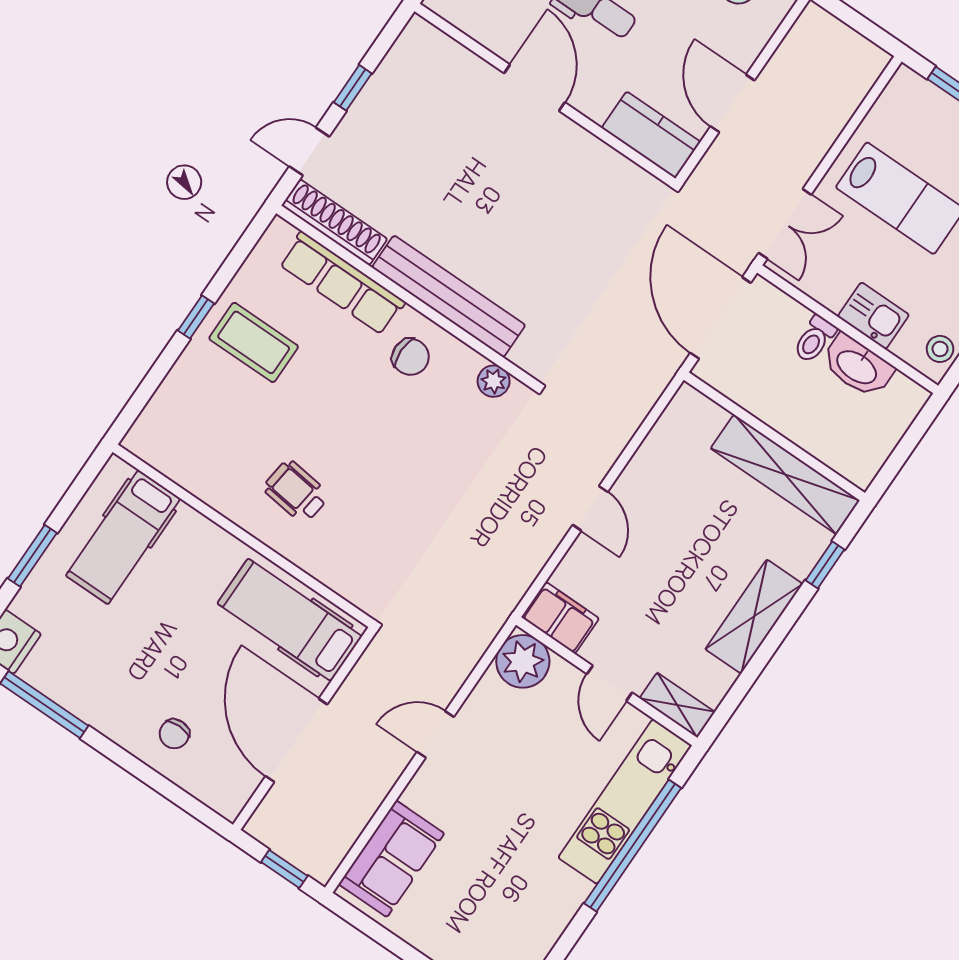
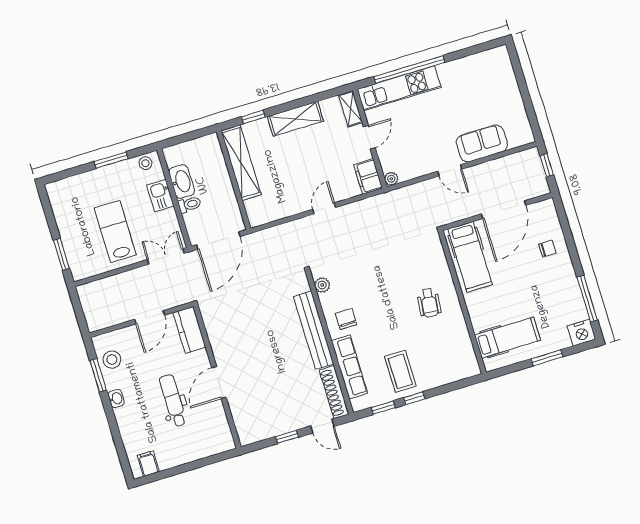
window: (234, 261) -> (383, 408), added
plant: (523, 661) -> (391, 179), width x0.53, depth x0.53
sofa: (391, 859) -> (482, 143), moved

